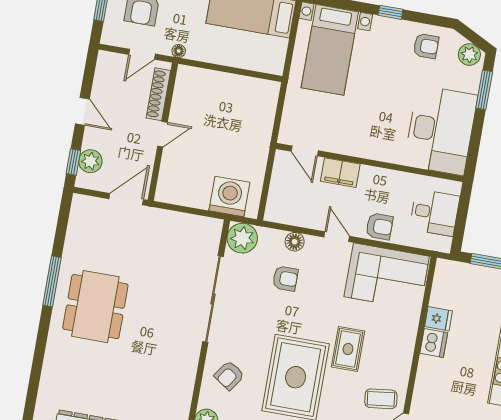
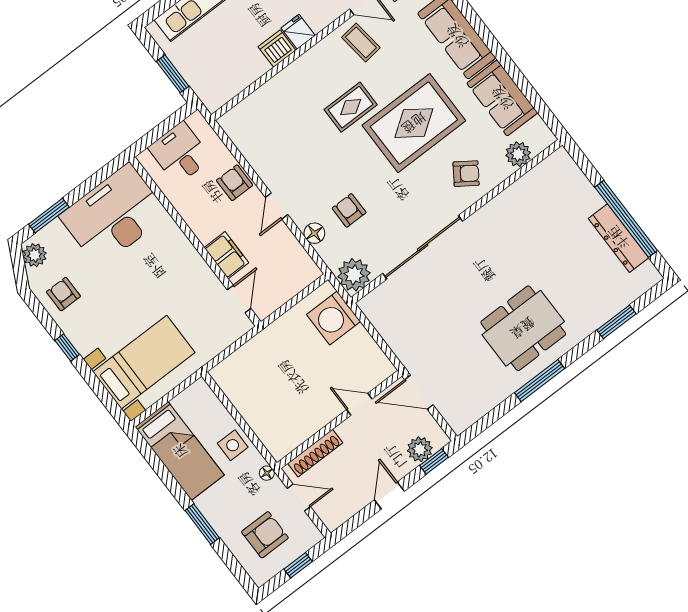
side table: (219, 49) -> (233, 445), added
door: (162, 134) -> (359, 404), moved
corner sofa: (387, 276) -> (266, 137), removed
fridge: (438, 319) -> (298, 32), moved
window: (37, 368) -> (616, 322), added

